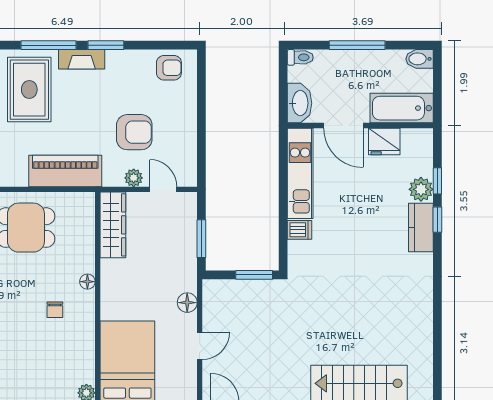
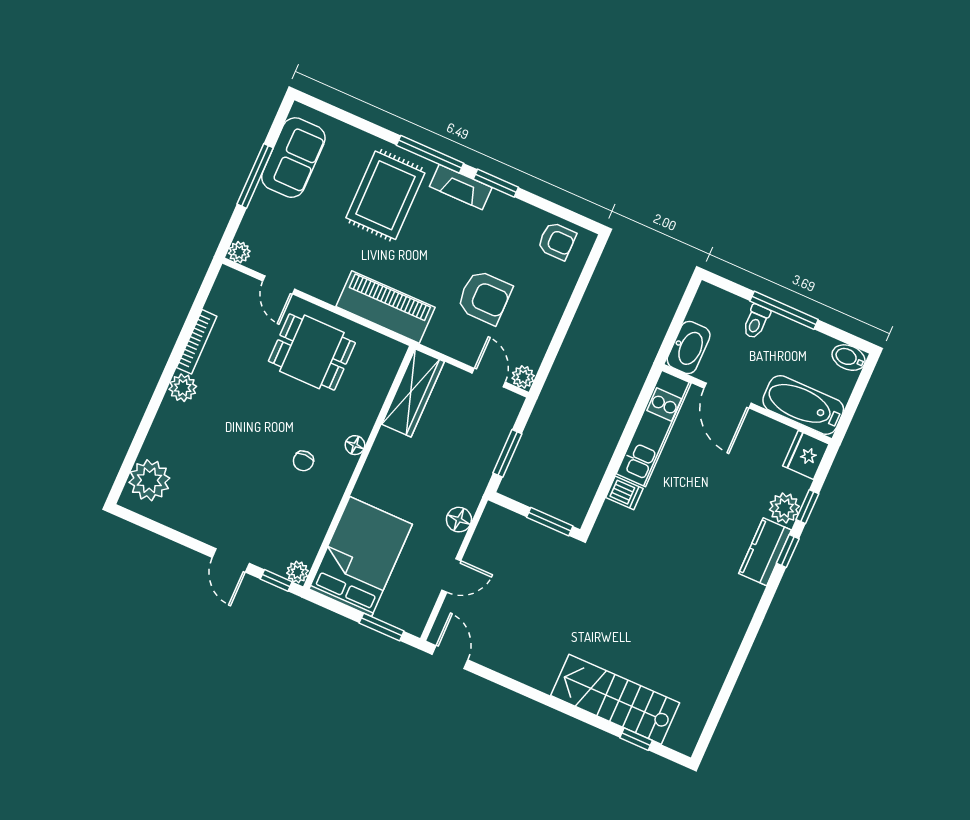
toilet: (300, 57) -> (756, 322), moved, turned 90
fridge: (384, 142) -> (806, 455), moved, turned 90
plant: (134, 178) -> (523, 377), moved

